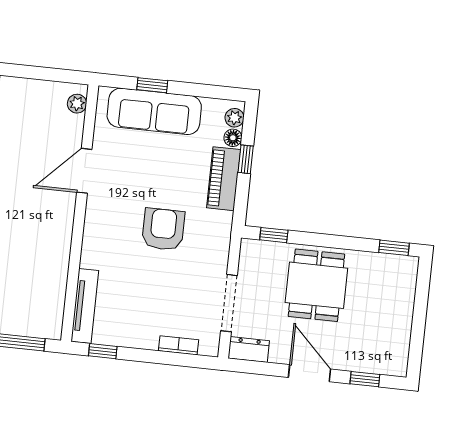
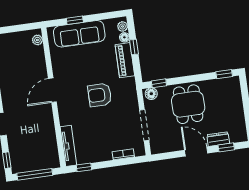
door: (84, 171) -> (52, 90), moved
armchair: (163, 229) -> (100, 95), turned -90
floor lamp: (256, 250) -> (151, 94), added
dresser: (249, 350) -> (218, 139), moved

